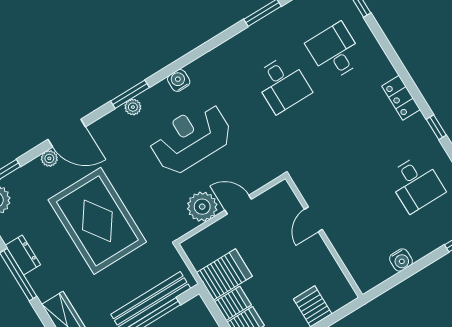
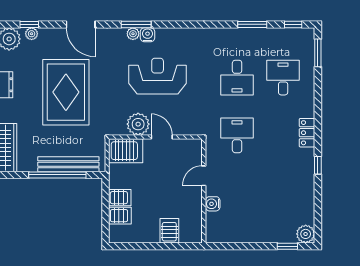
water cooler: (179, 80) -> (148, 35), moved
plant: (49, 158) -> (32, 34), moved
desk: (416, 184) -> (237, 135), moved, turned 180
water cooler: (401, 260) -> (213, 204), moved, turned 90
server rack: (224, 274) -> (126, 151), moved

